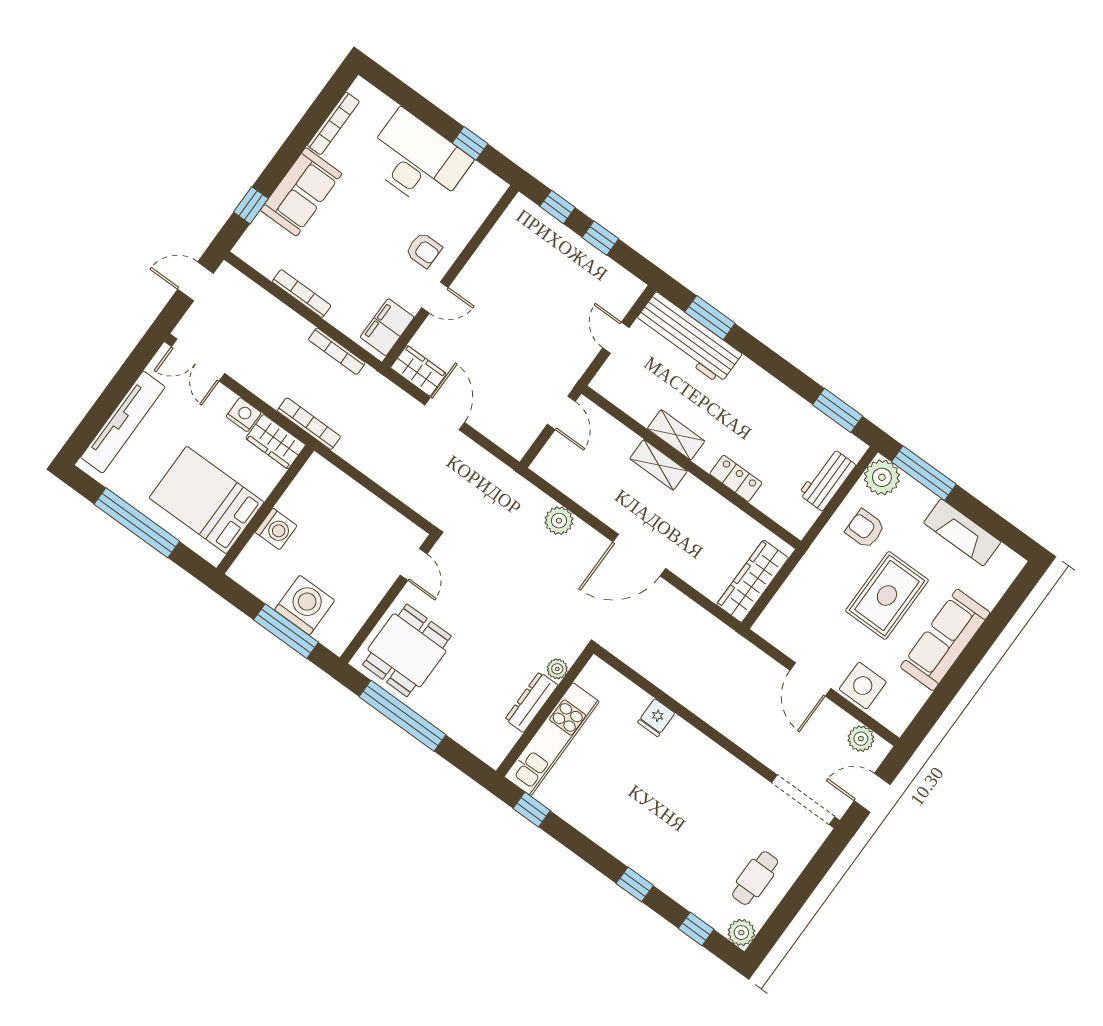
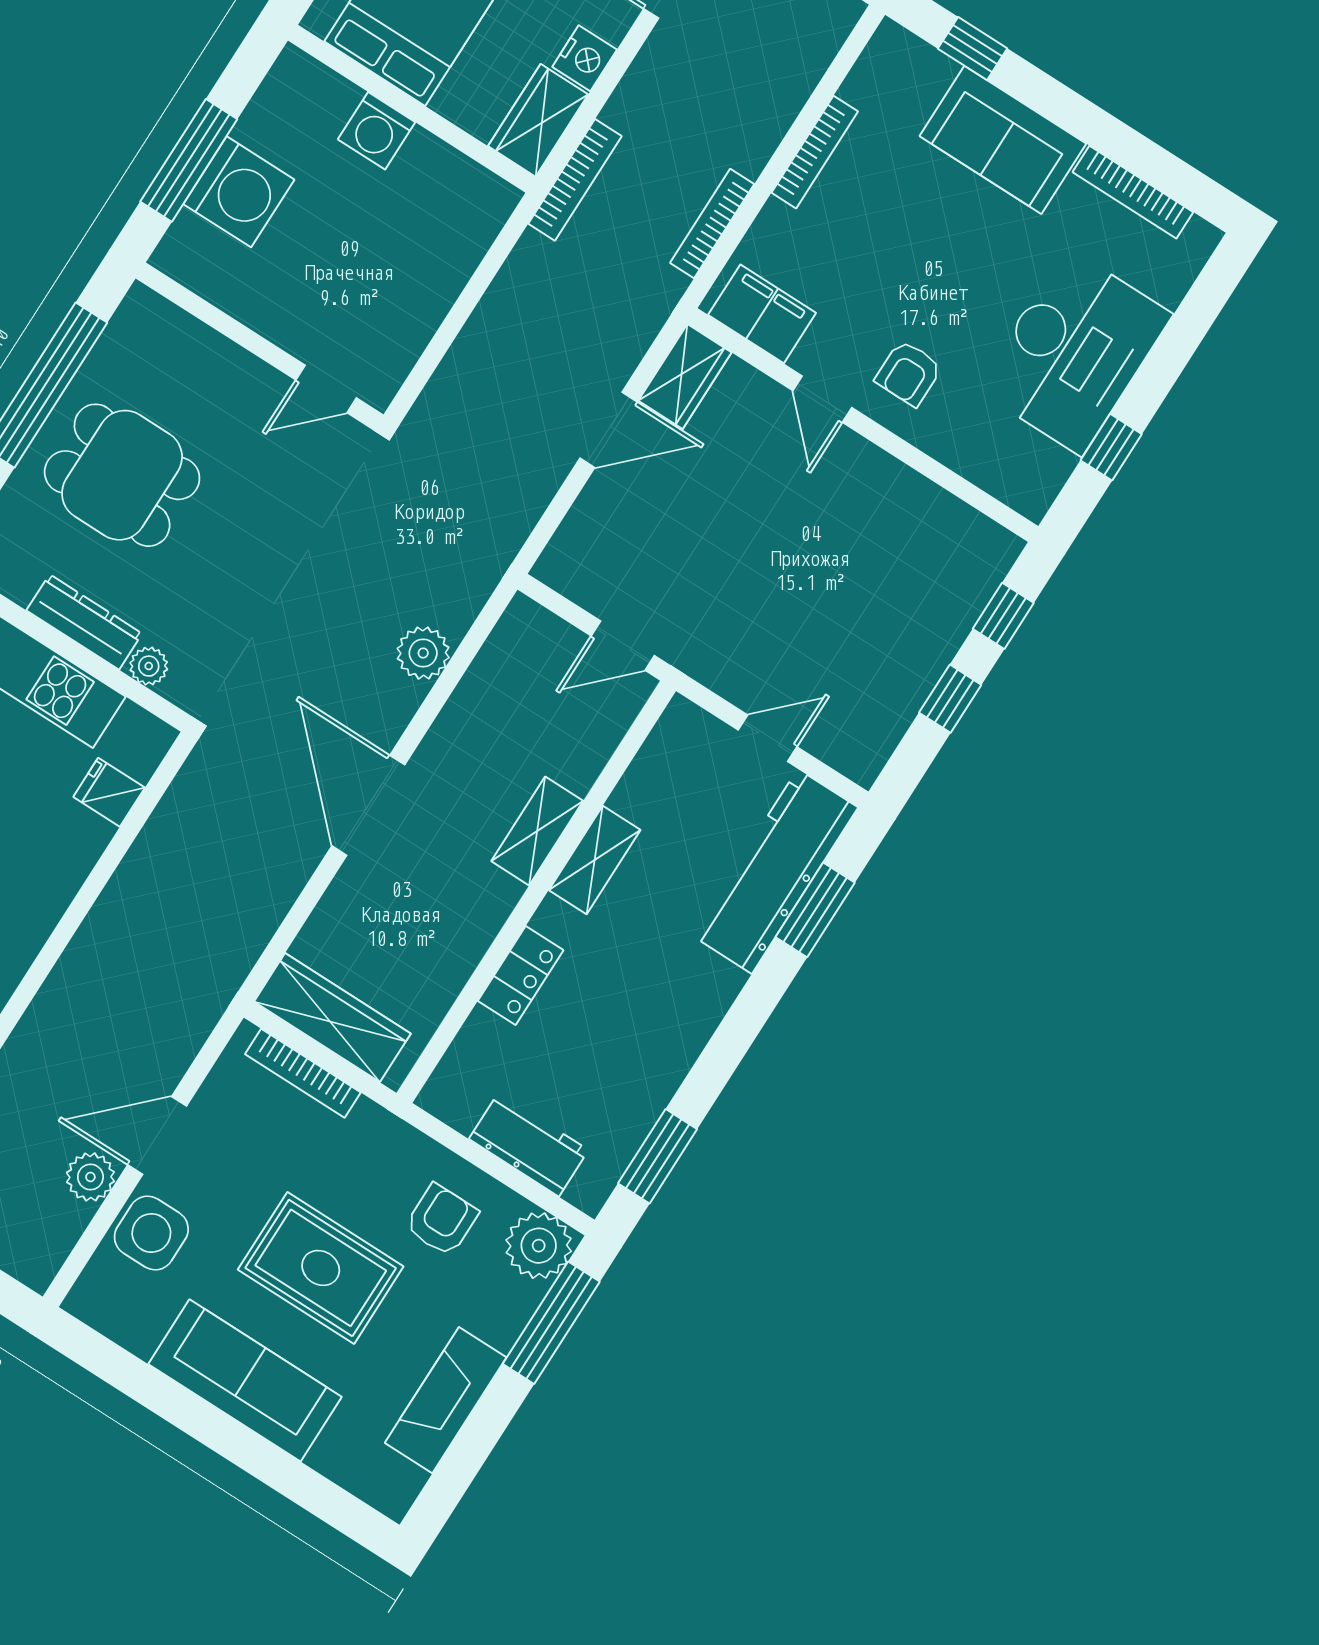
bookcase: (782, 599) -> (303, 1073), added
dining table: (407, 650) -> (122, 475), moved
fridge: (656, 718) -> (109, 792), moved
plant: (861, 739) -> (90, 1177), moved

